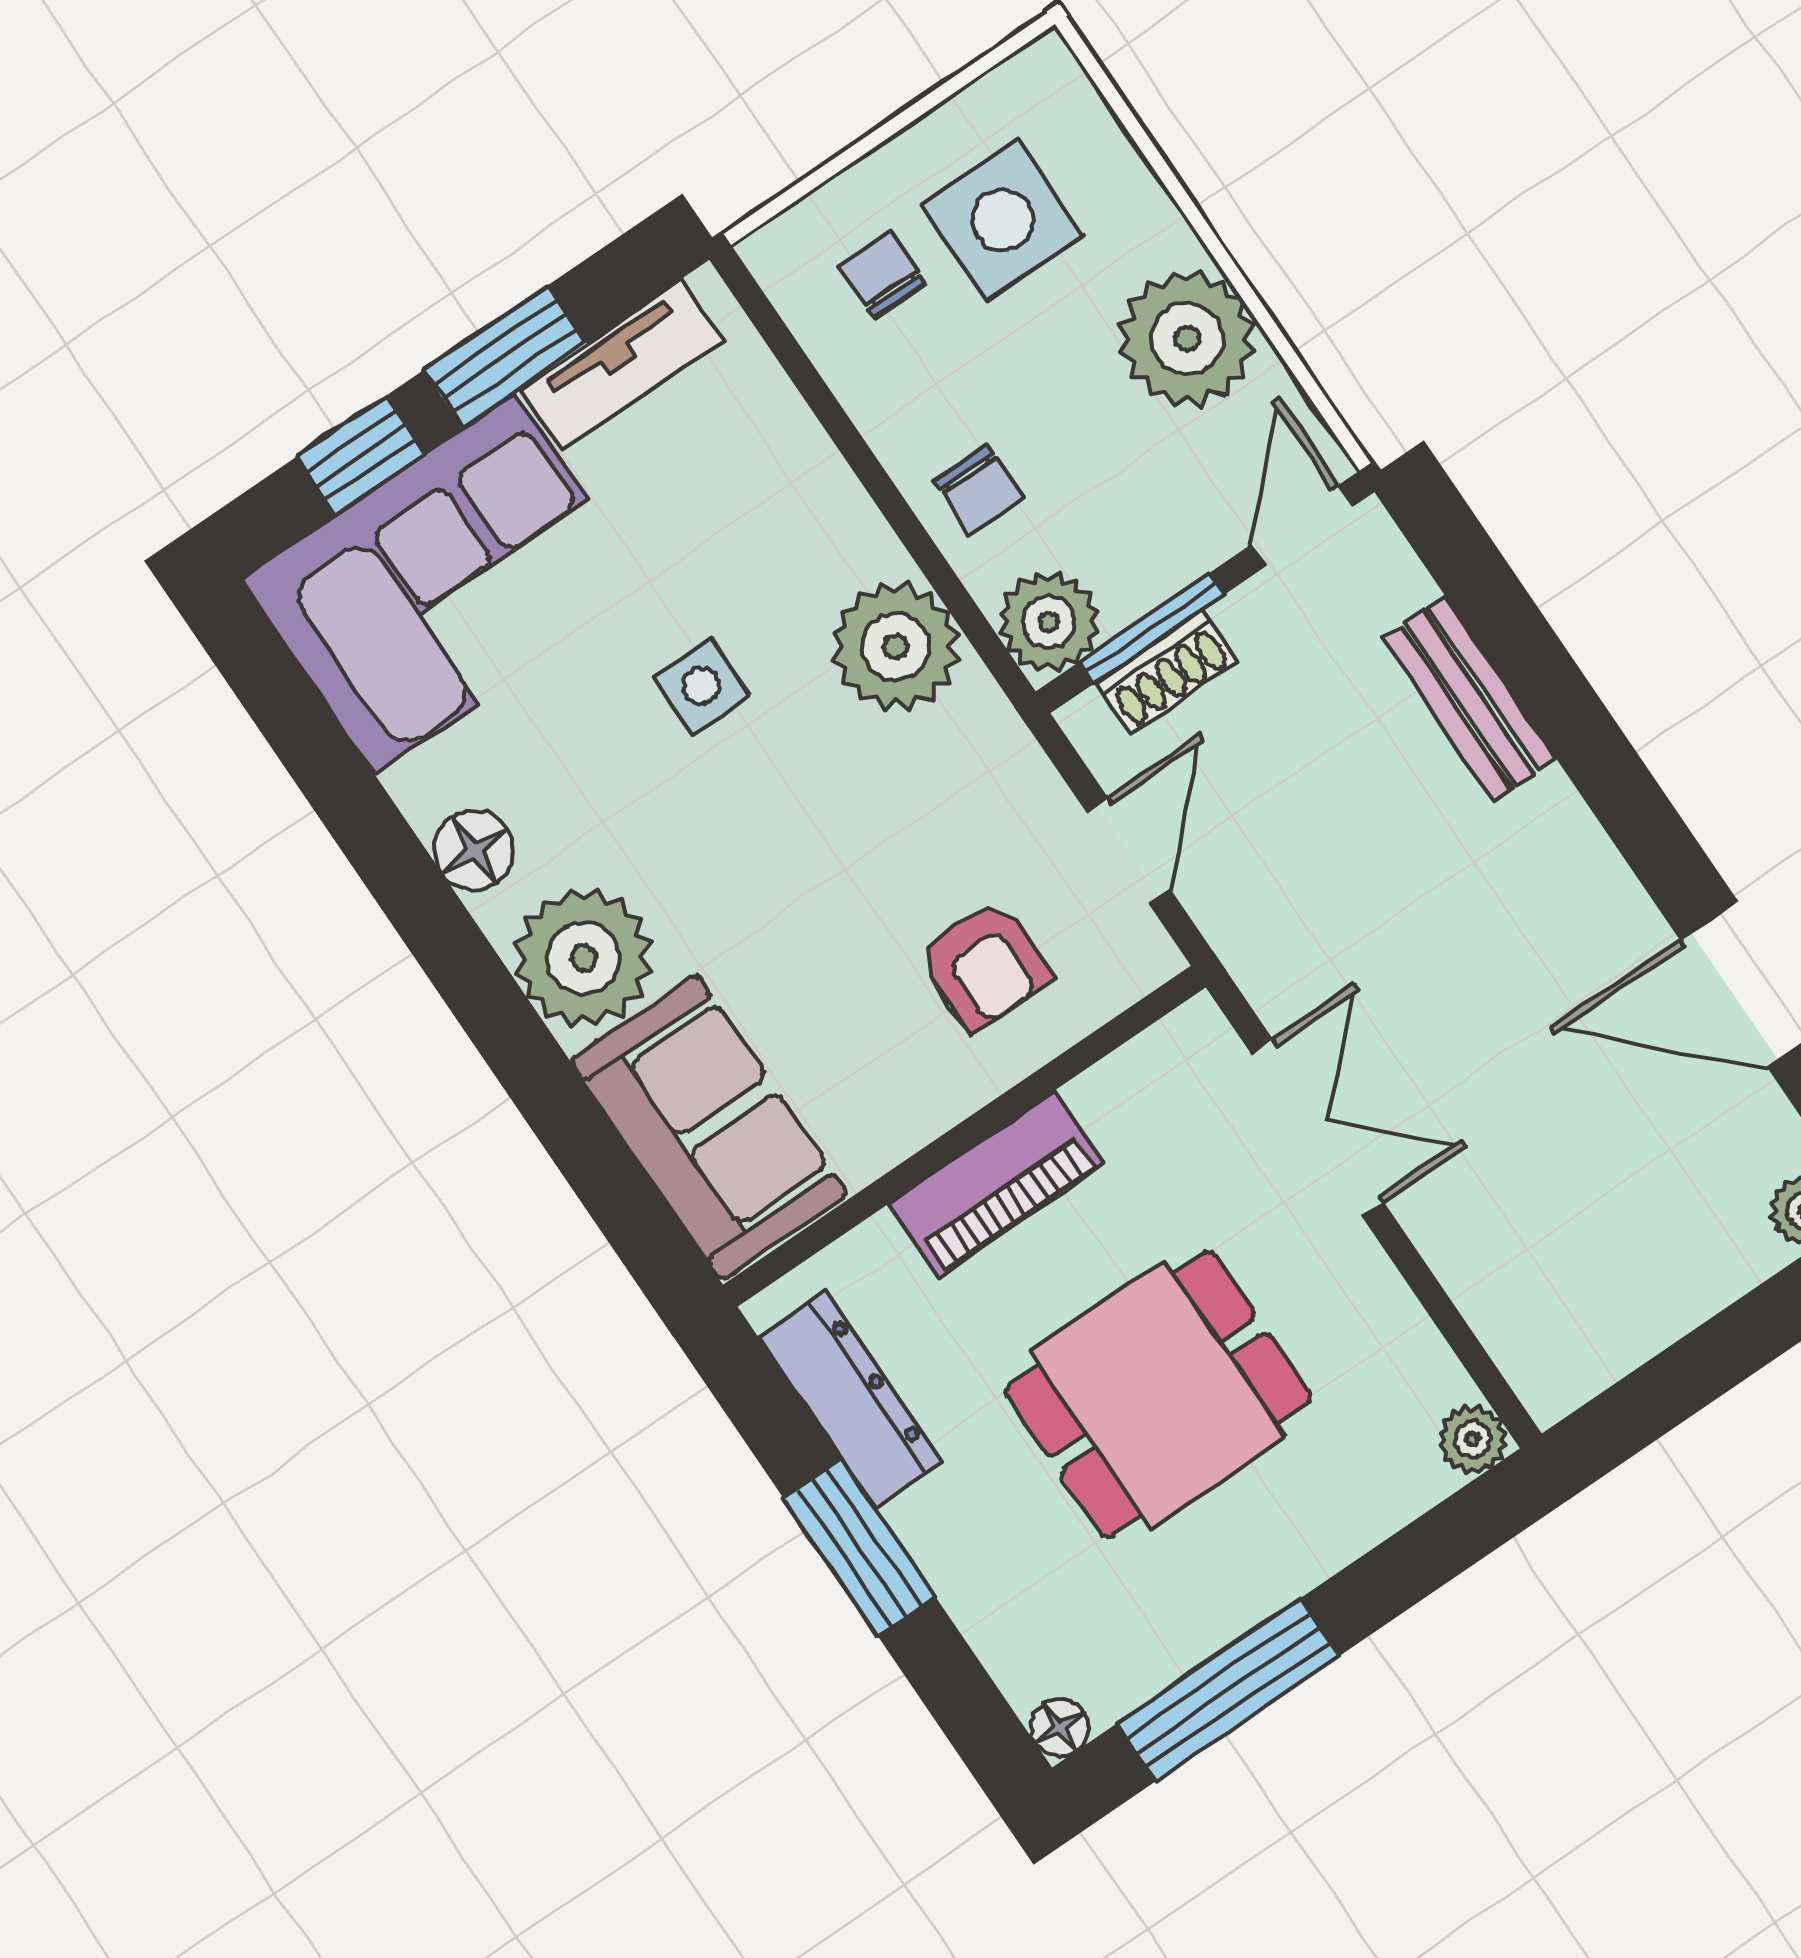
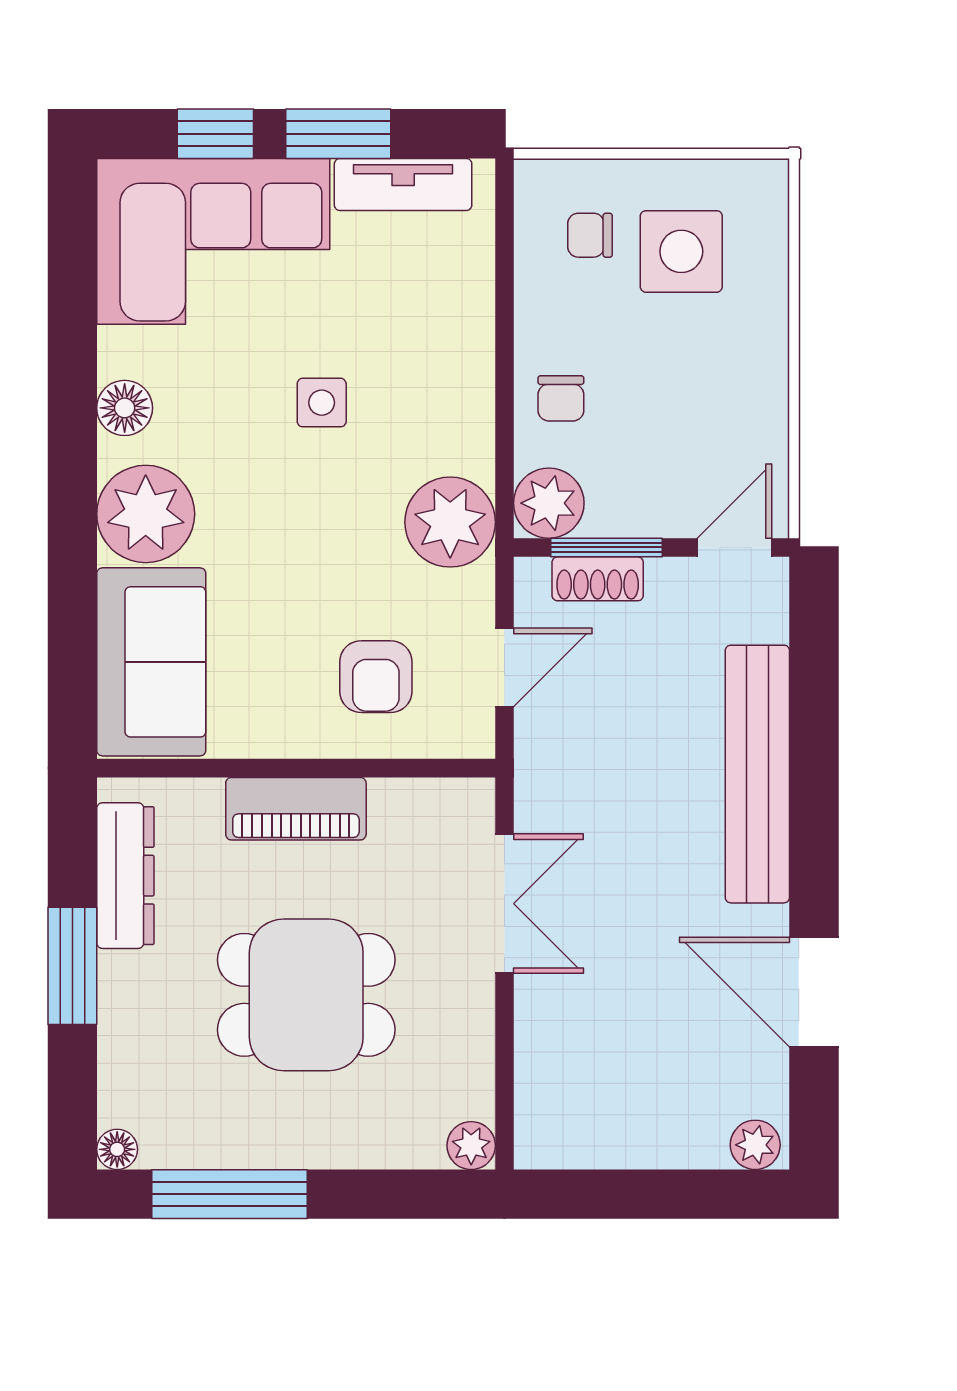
chair: (882, 274) -> (590, 235), turned -90
plant: (1187, 339) -> (741, 393), removed
plant: (895, 647) -> (450, 522), moved
bench: (1470, 698) -> (757, 774), width x1.86, depth x1.21

